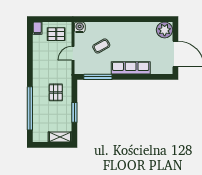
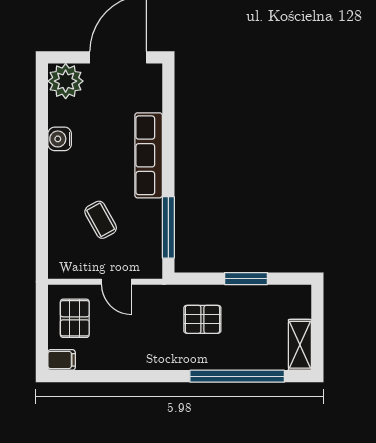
water cooler: (80, 27) -> (60, 139), moved
shelving: (60, 137) -> (300, 345), moved

